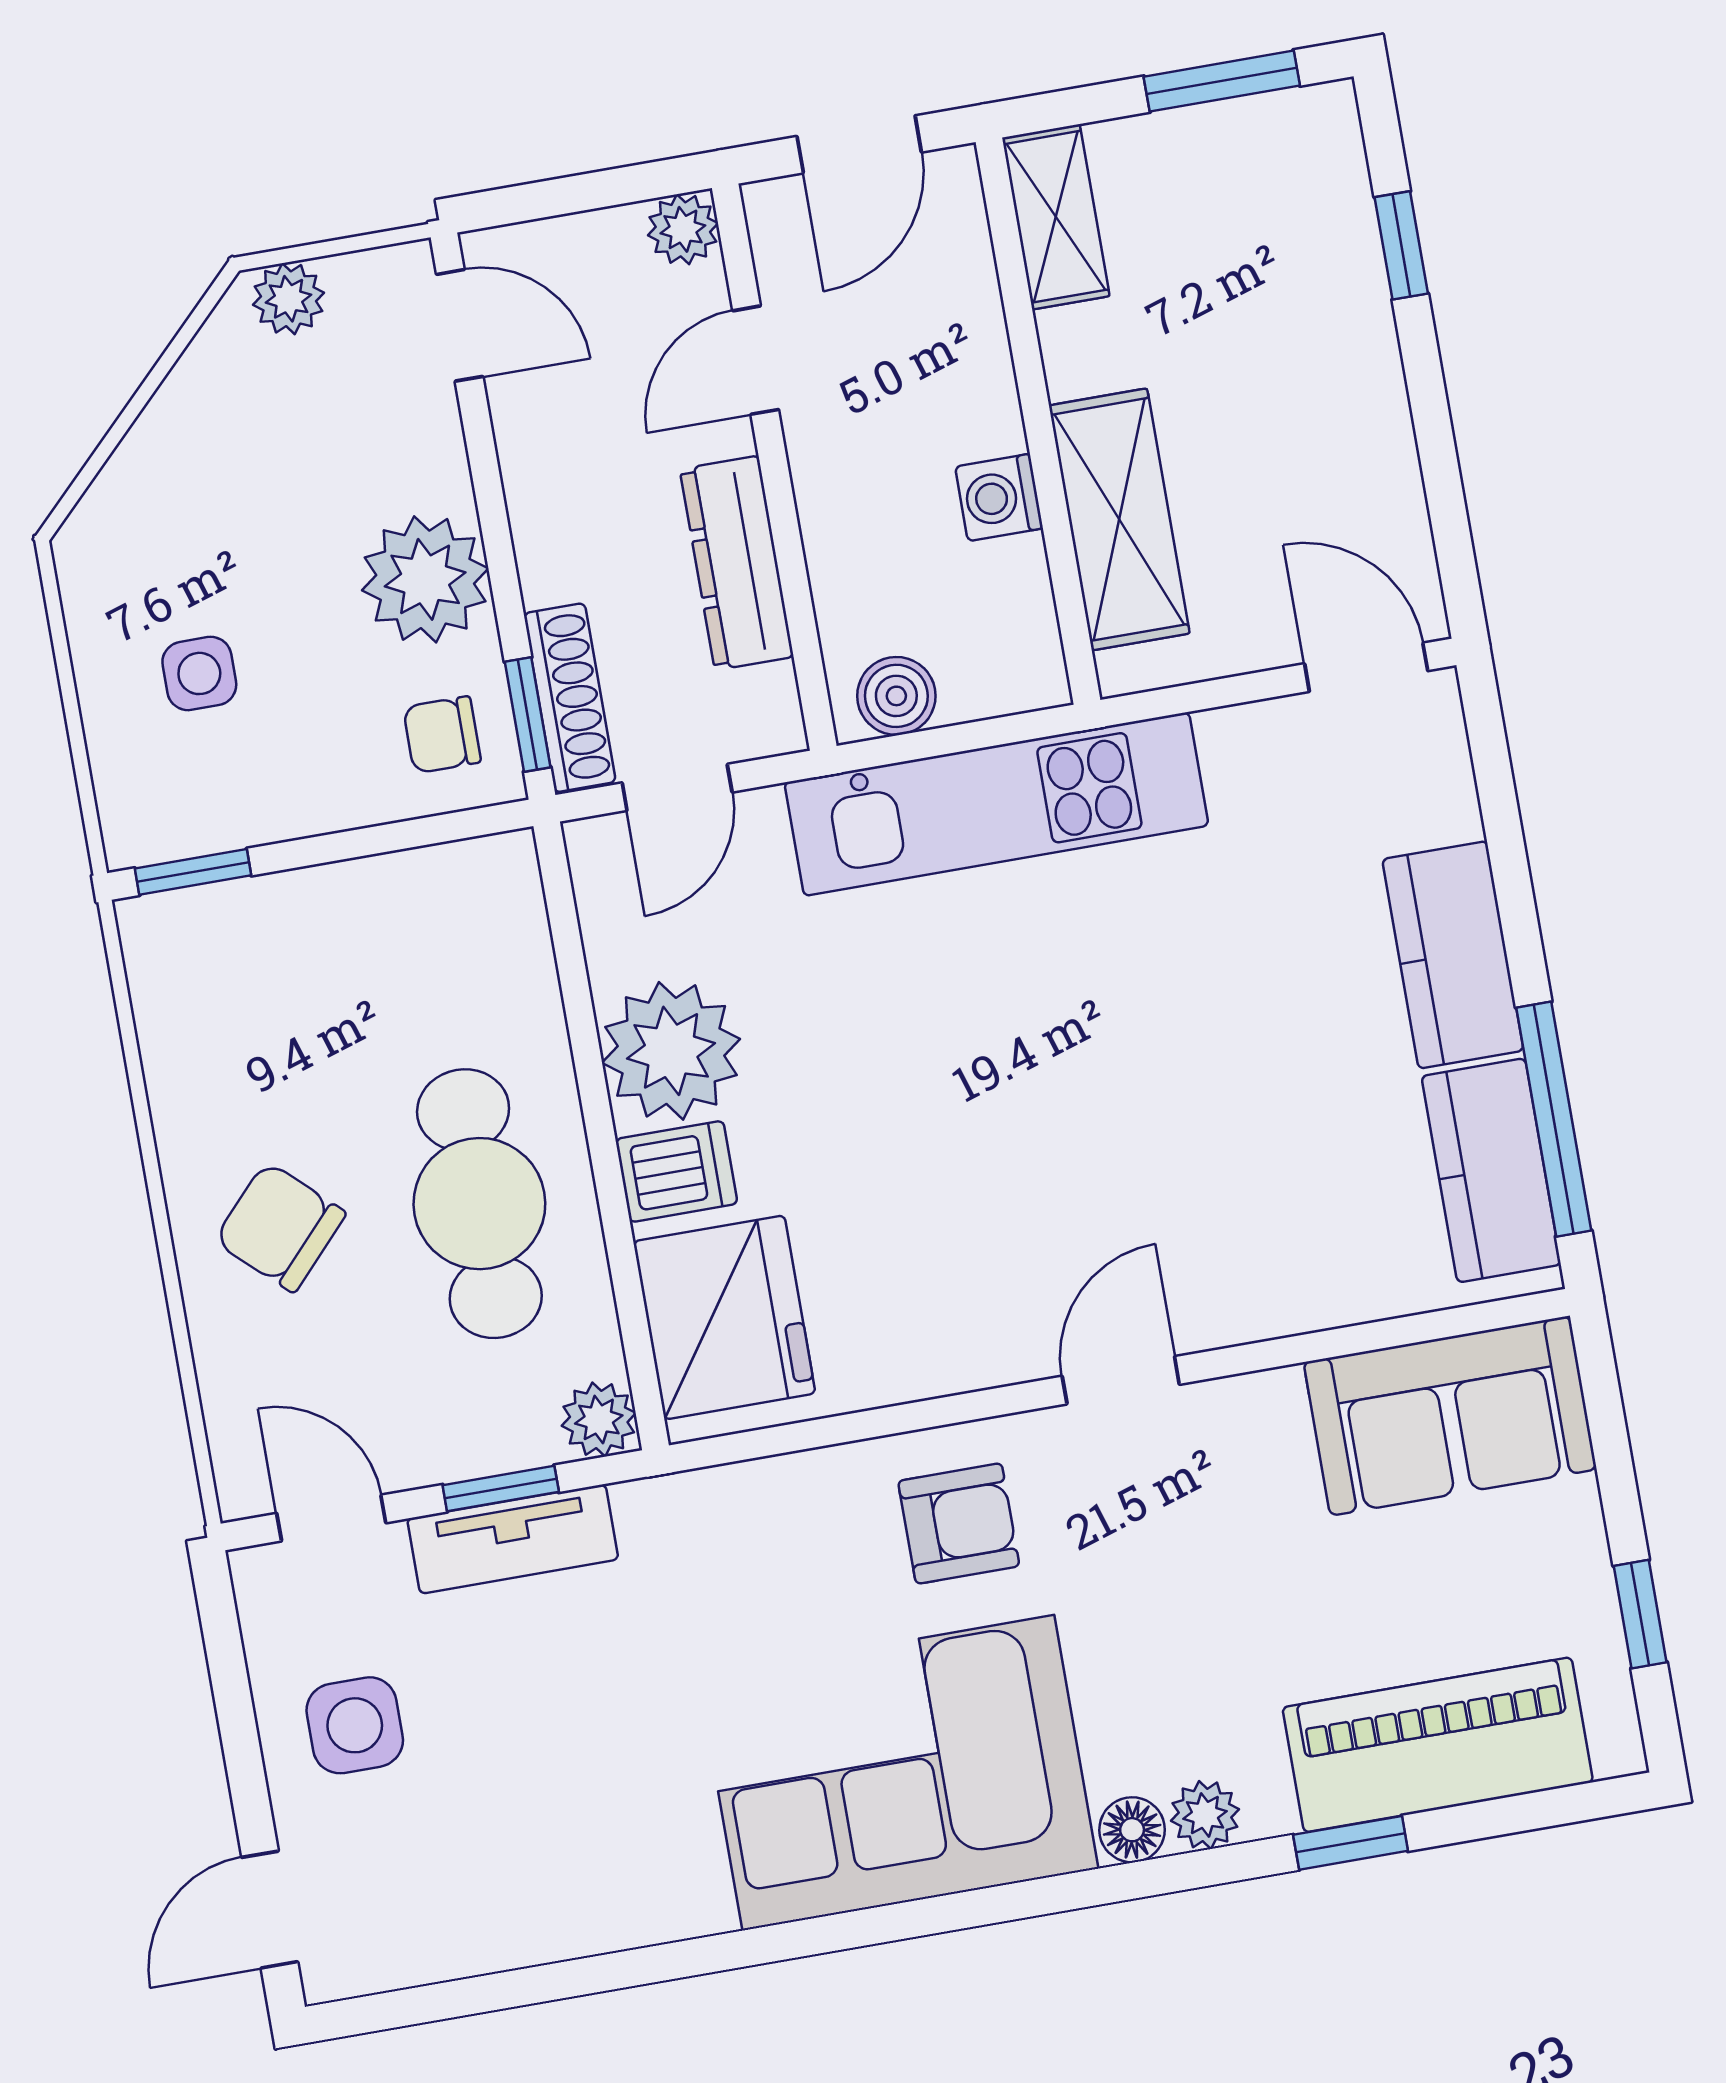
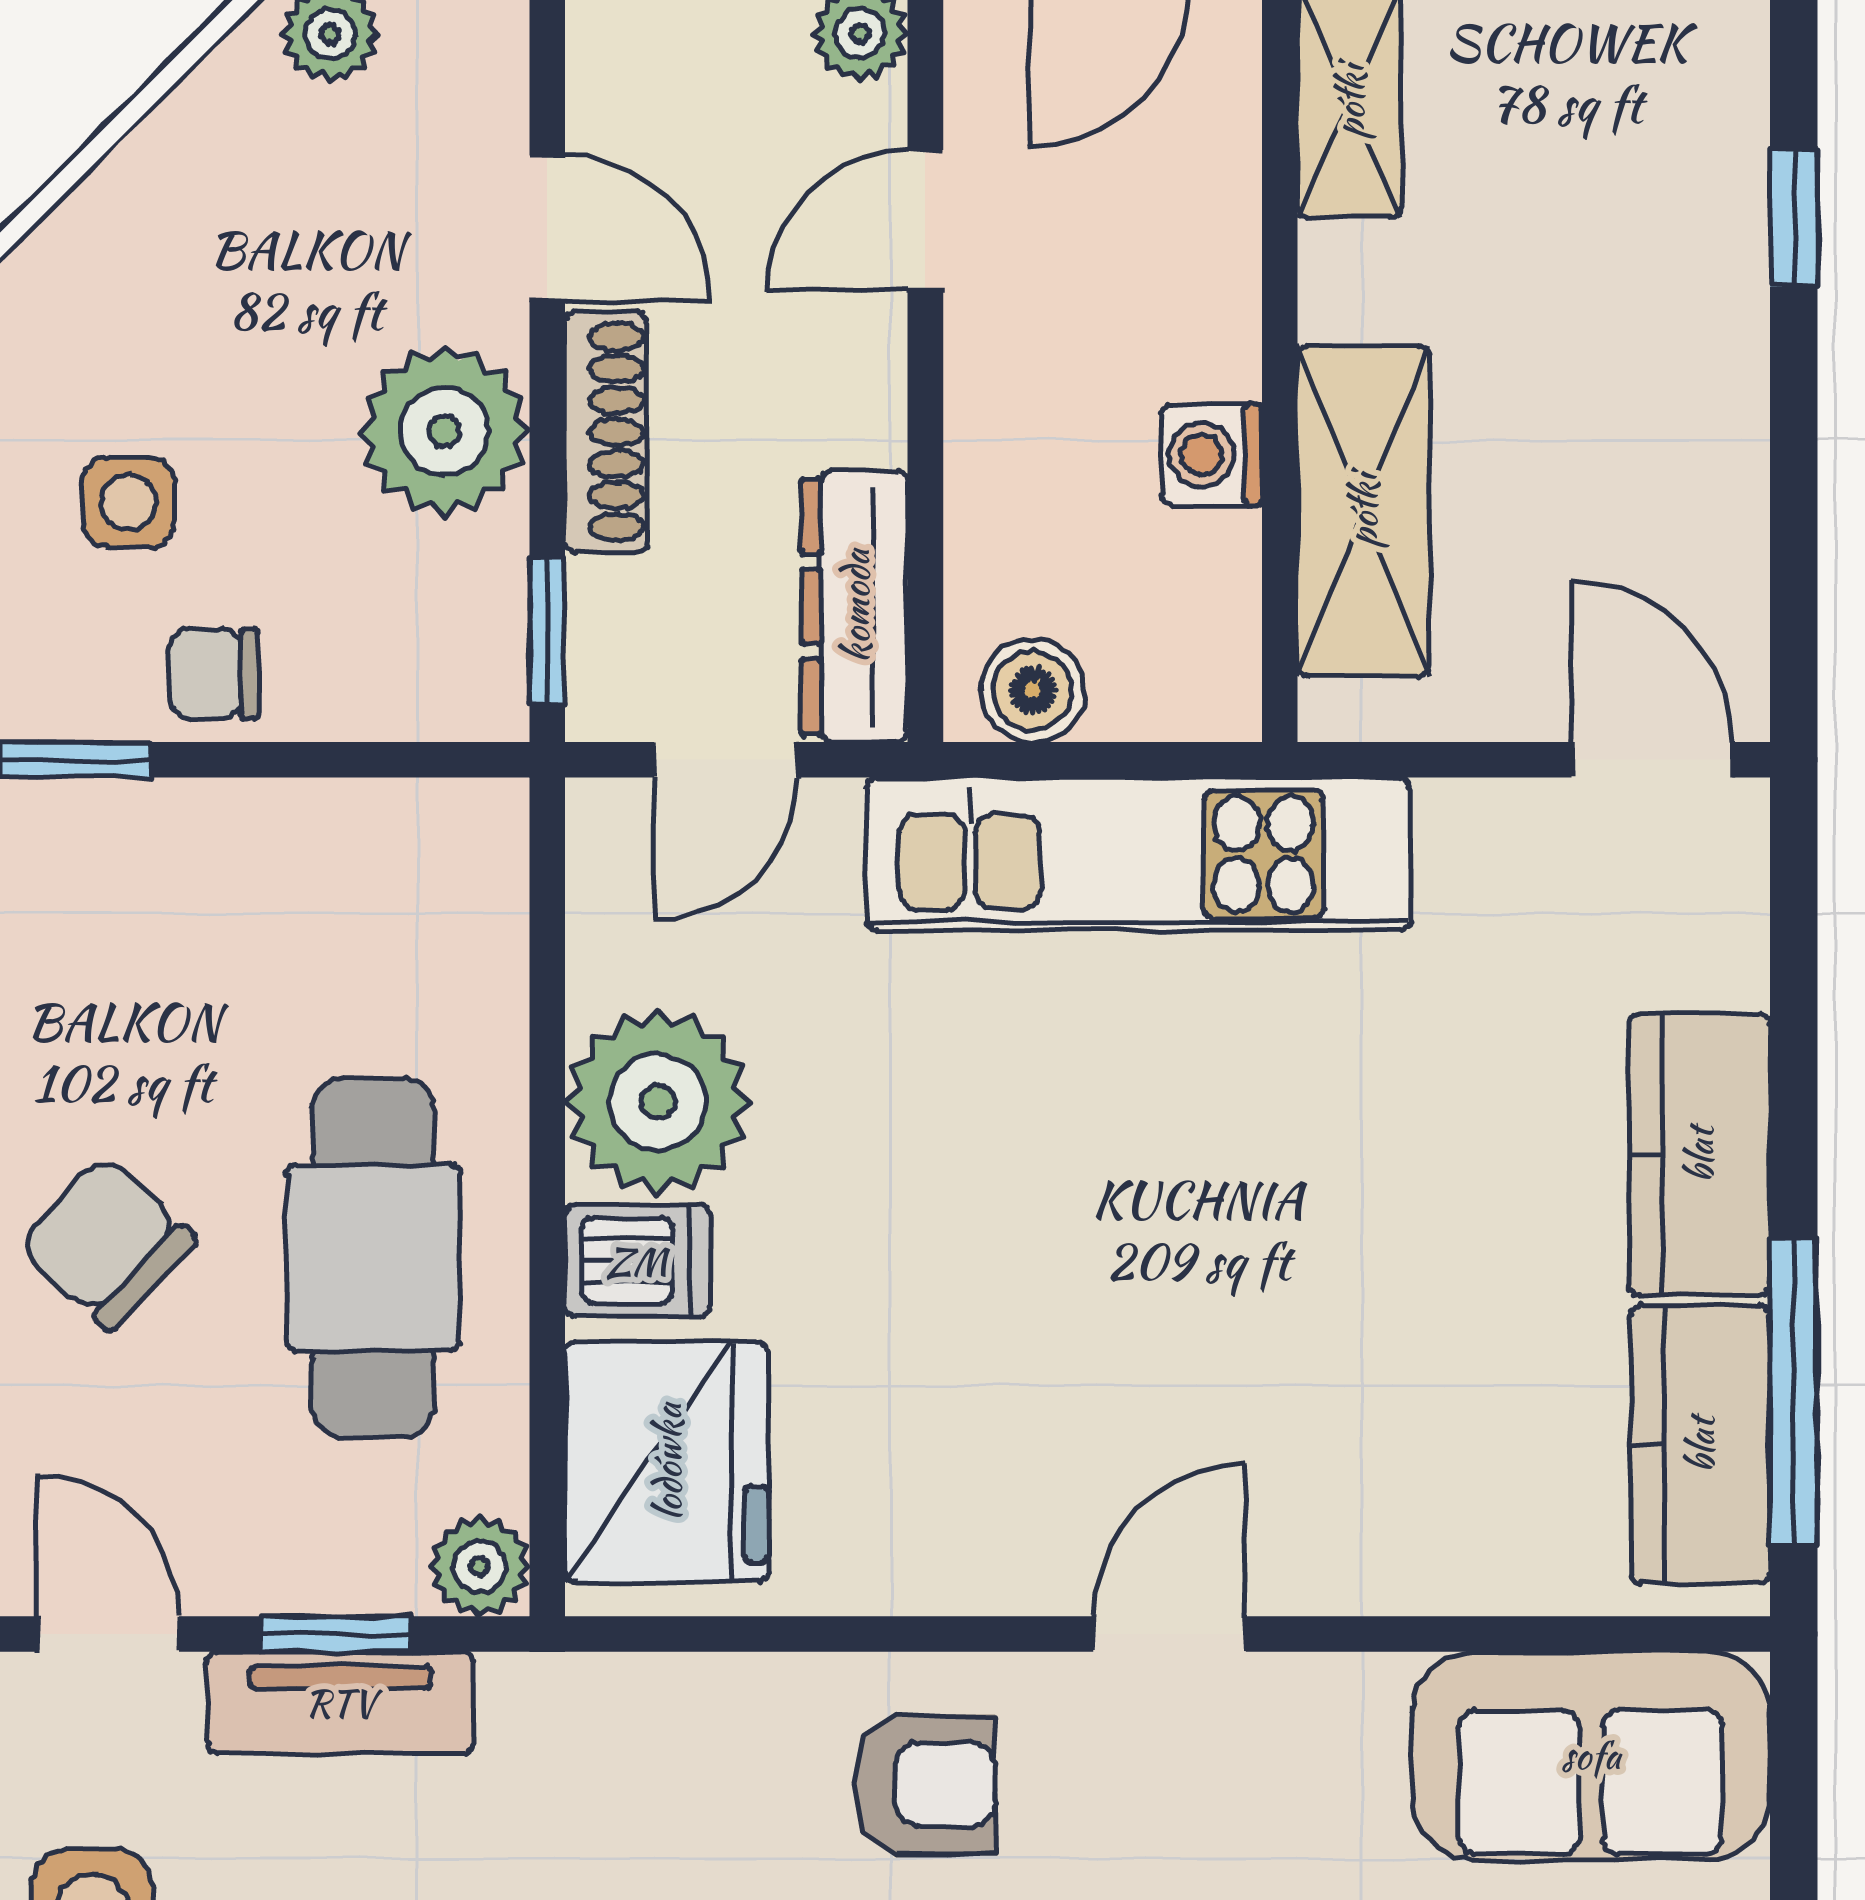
door: (460, 325) -> (547, 228), moved
dresser: (737, 563) -> (855, 606), moved
shoe rack: (570, 698) -> (606, 432), moved
chair: (442, 735) -> (213, 674), moved

